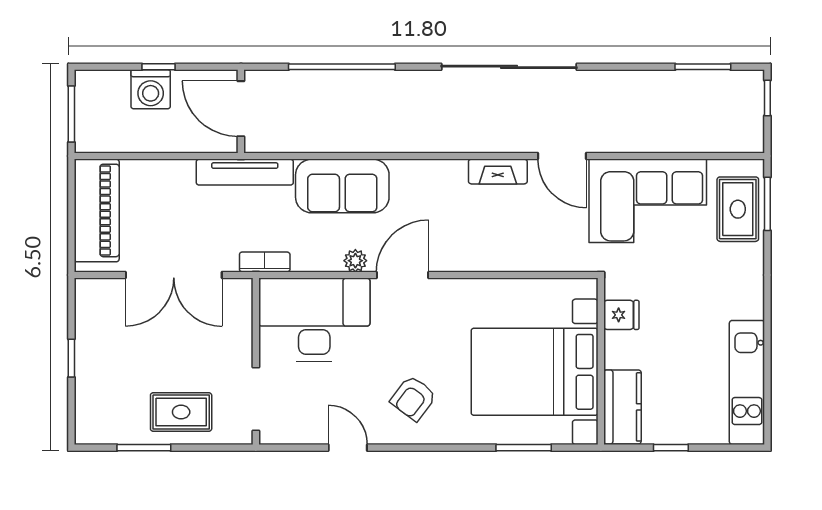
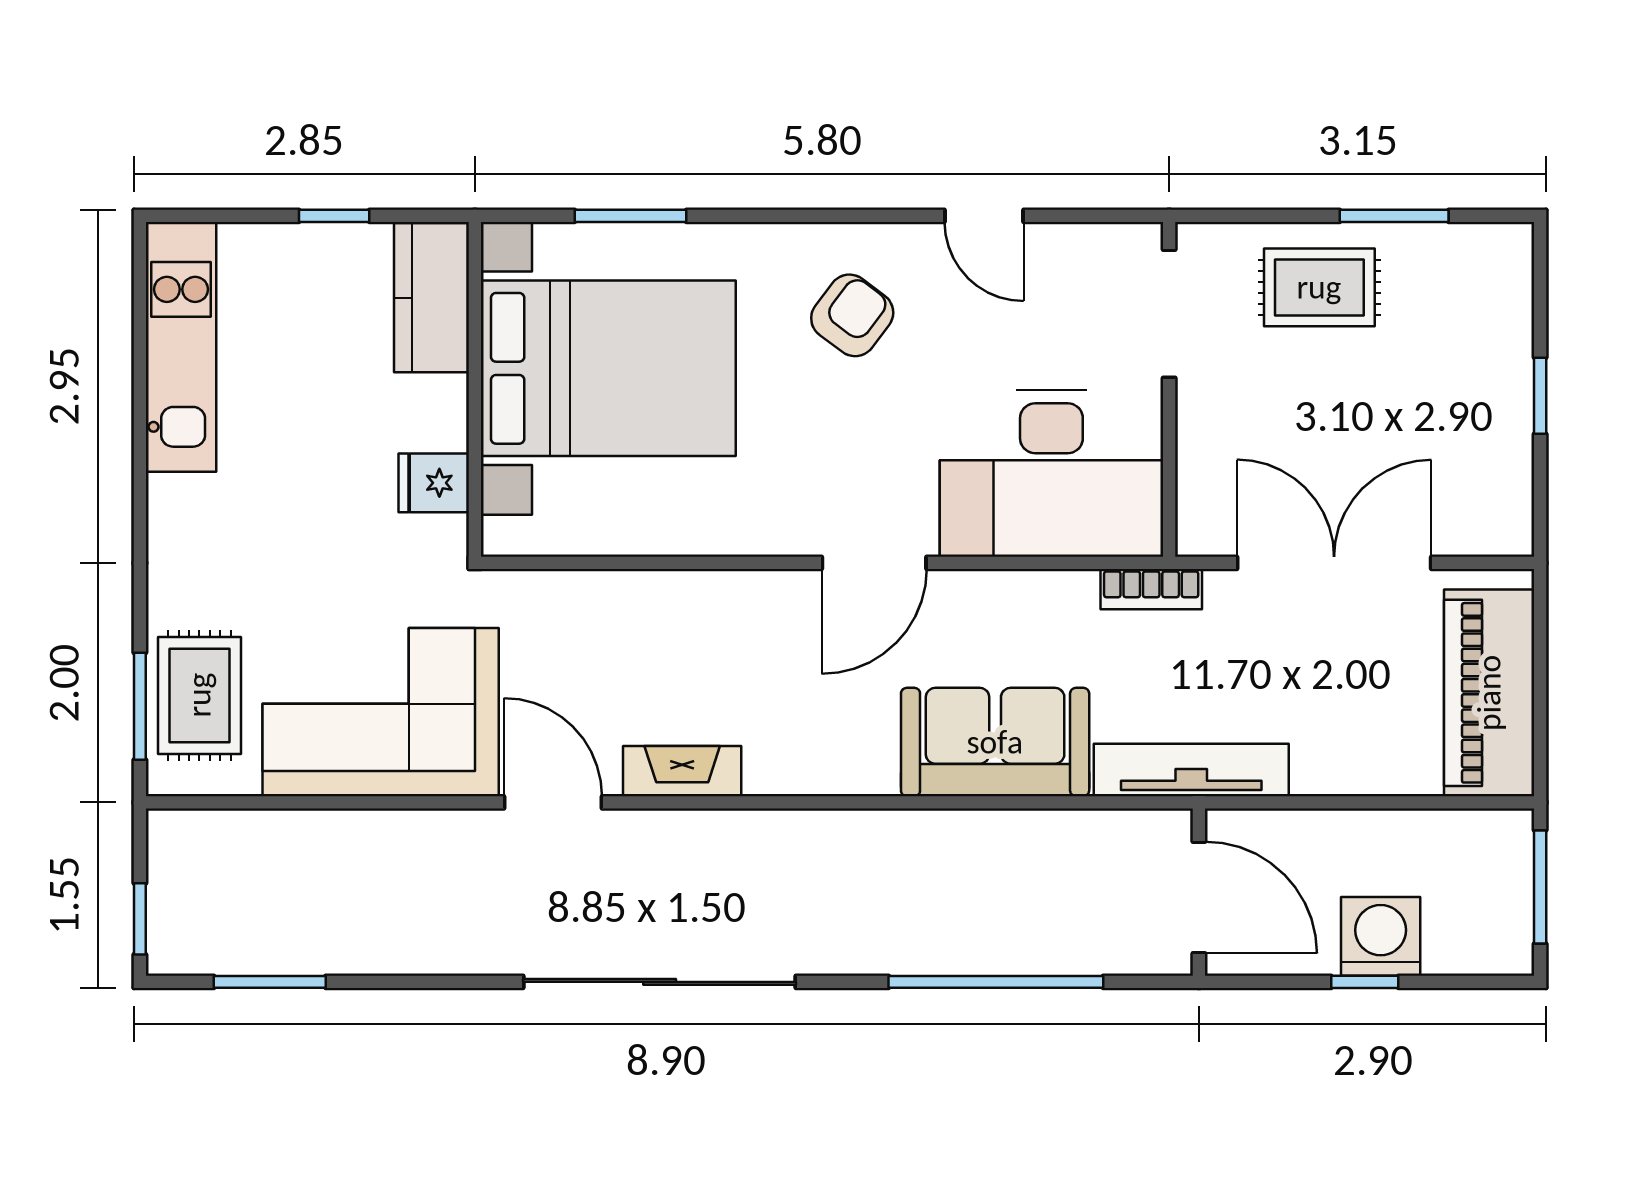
plant: (355, 261) -> (969, 592), removed

